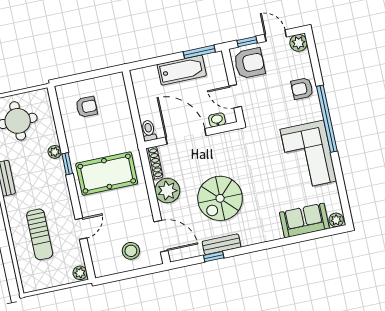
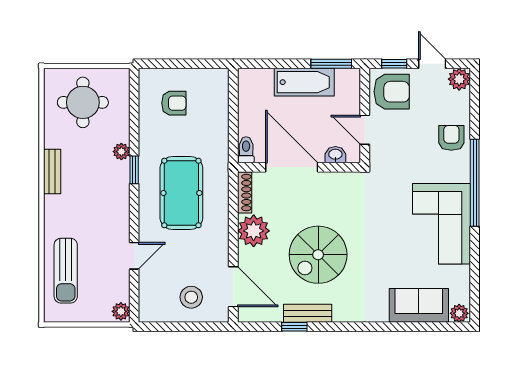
armchair: (302, 88) -> (451, 138), turned 90
pool table: (107, 174) -> (181, 193), turned 90
sun lounger: (40, 234) -> (66, 271), moved

